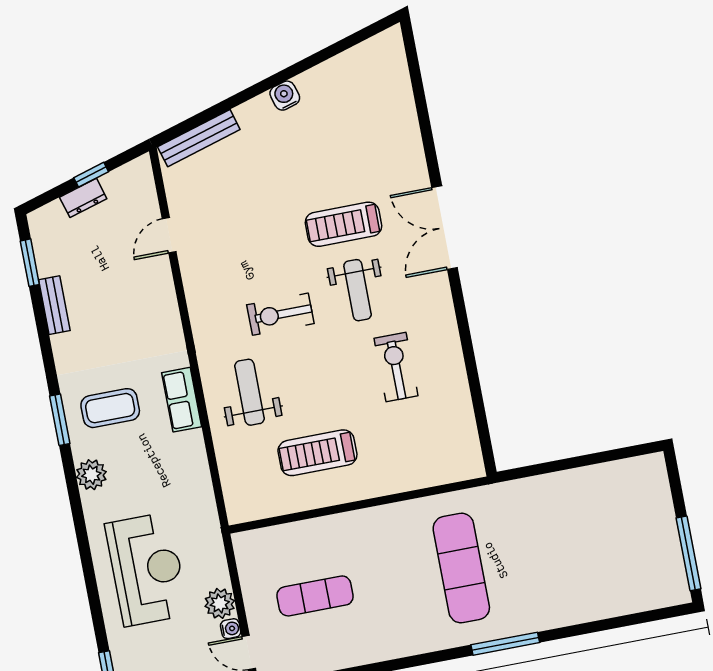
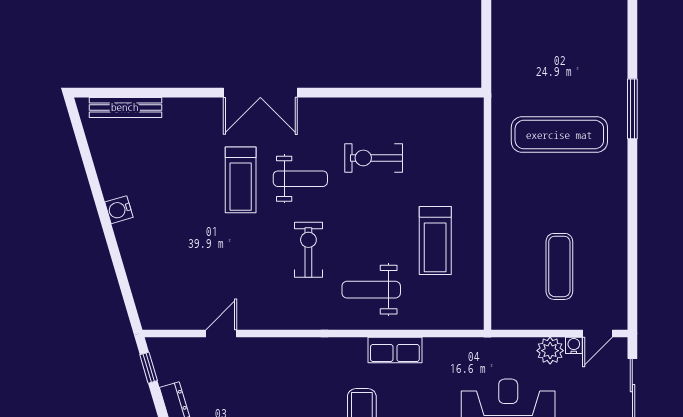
bench: (199, 138) -> (125, 107), moved, turned -74
window: (91, 175) -> (149, 368), moved
door: (169, 235) -> (221, 333), swing flipped
exercise bike: (280, 314) -> (308, 250), turned 180
row of seats: (182, 400) -> (395, 350), moved

